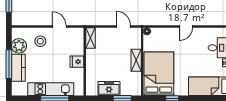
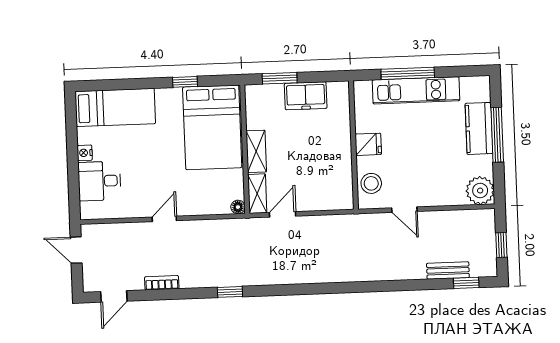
door: (123, 27) -> (283, 214), swing flipped
shelving: (91, 38) -> (257, 194), moved
stool: (40, 41) -> (371, 183), moved
plant: (19, 46) -> (480, 191), moved

